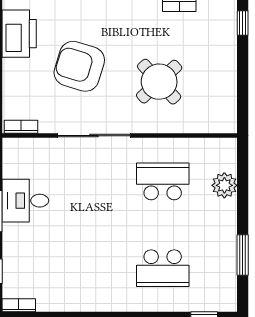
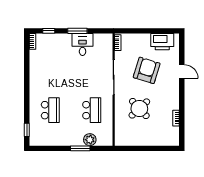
window: (243, 23) -> (167, 148), removed
window: (243, 255) -> (80, 148), moved
school desk: (163, 268) -> (50, 110), turned 180

